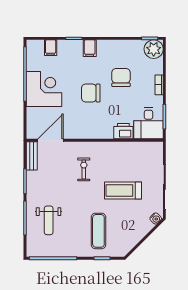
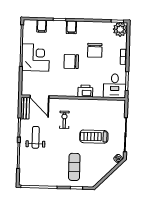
chair: (121, 77) -> (95, 50), turned 180
printer: (123, 131) -> (85, 91), moved
door: (50, 140) -> (40, 97), swing flipped
weight bench: (49, 220) -> (36, 137), moved, turned 180

